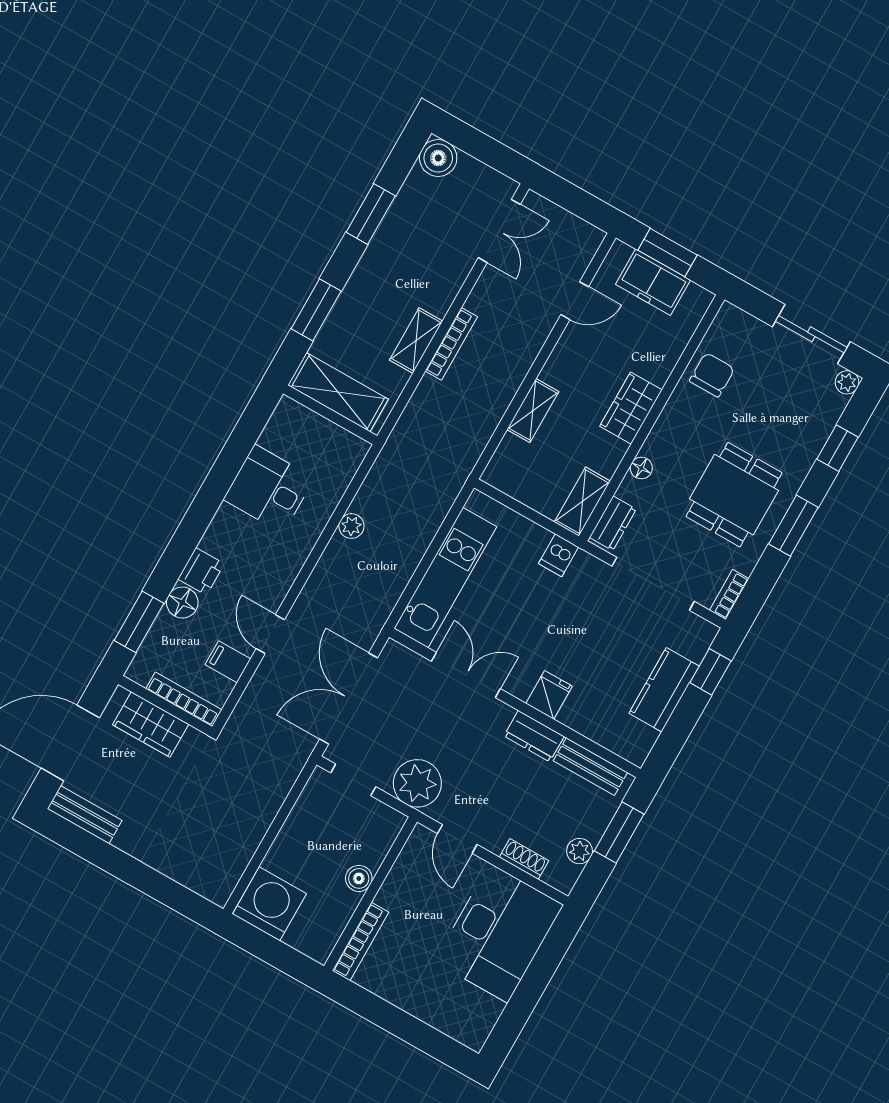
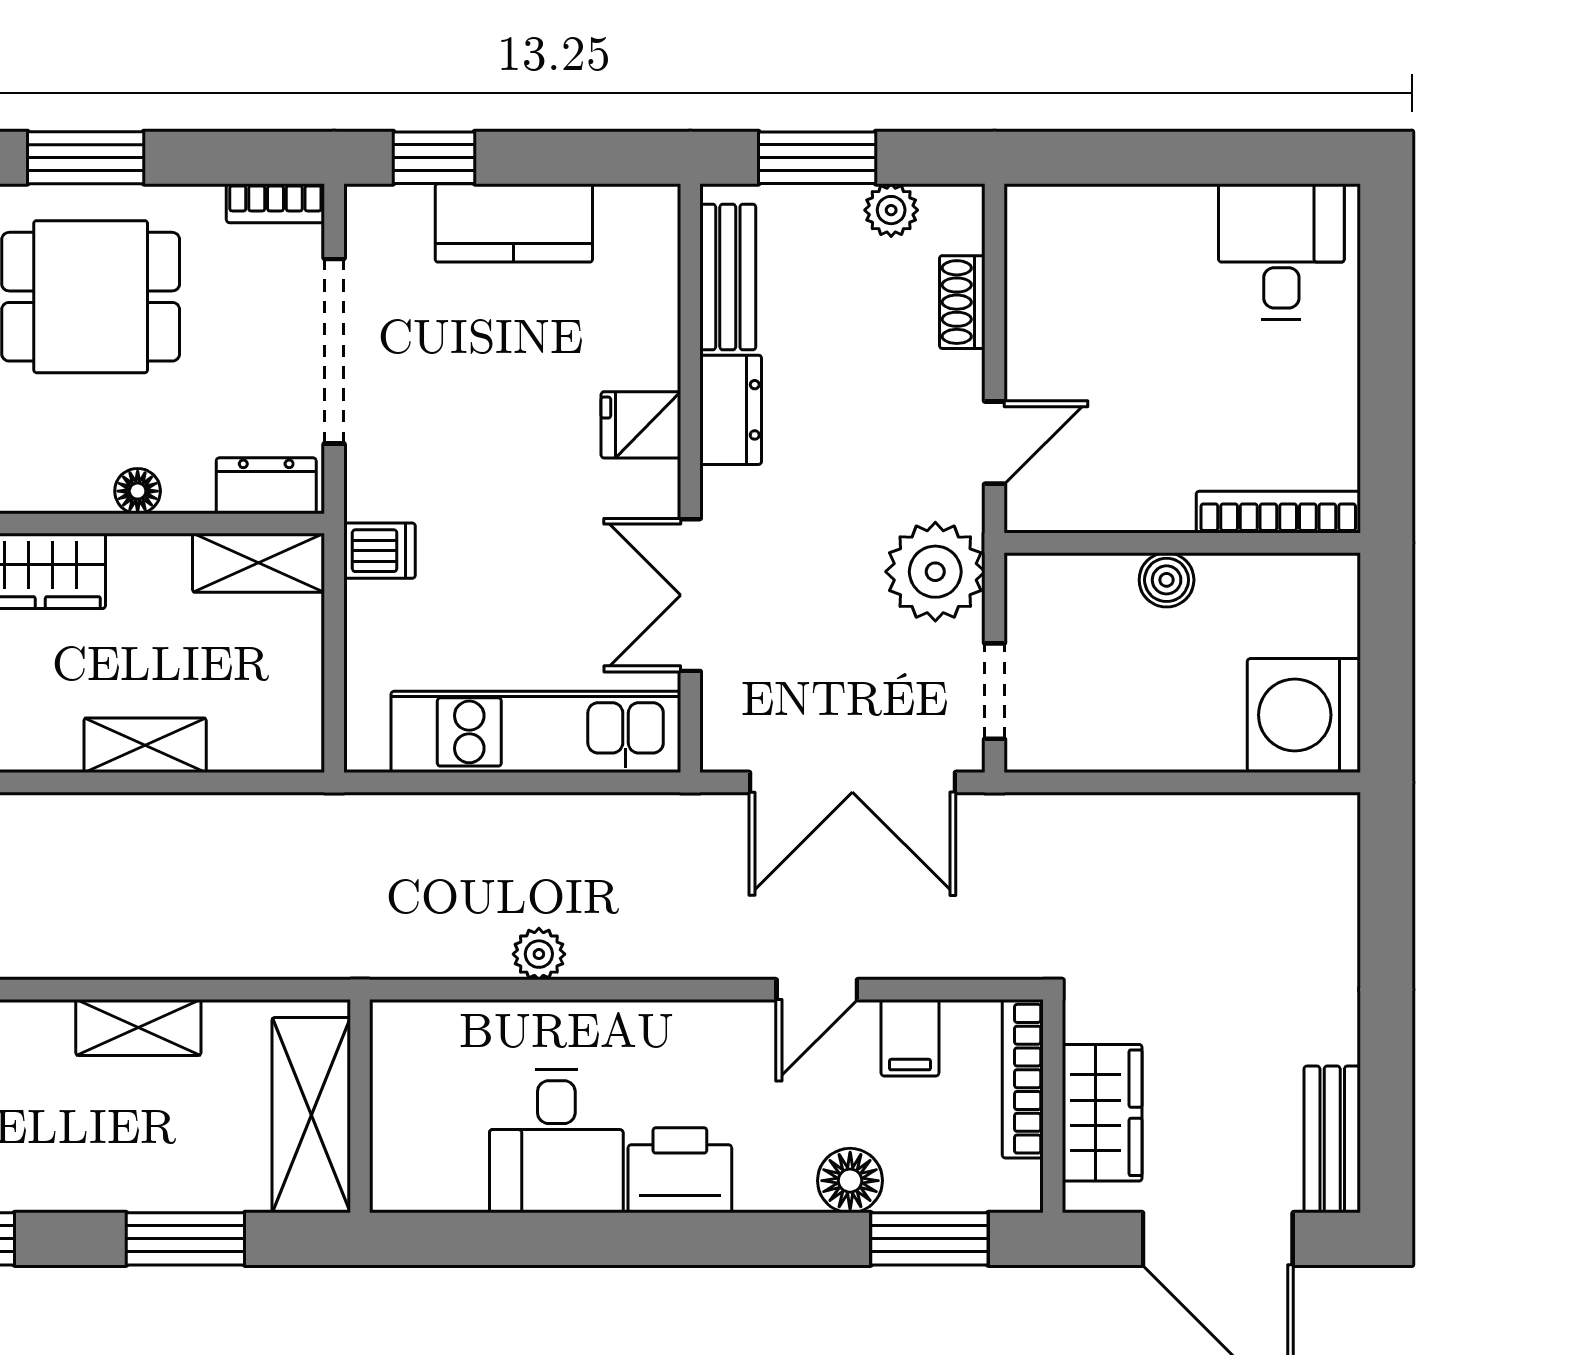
bookcase: (451, 344) -> (109, 960), removed
printer: (201, 571) -> (680, 1170), moved, width x1.36, depth x1.24
desk: (499, 933) -> (1281, 251), moved, width x0.53, depth x0.77

